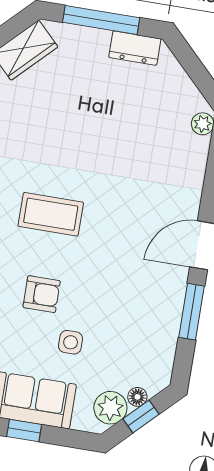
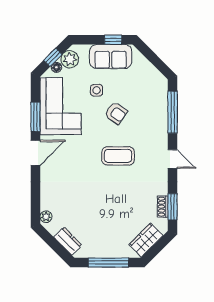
dresser: (135, 48) -> (68, 241), moved, turned 45
armchair: (42, 294) -> (116, 113), turned -146
corner sofa: (142, 324) -> (60, 106), added

